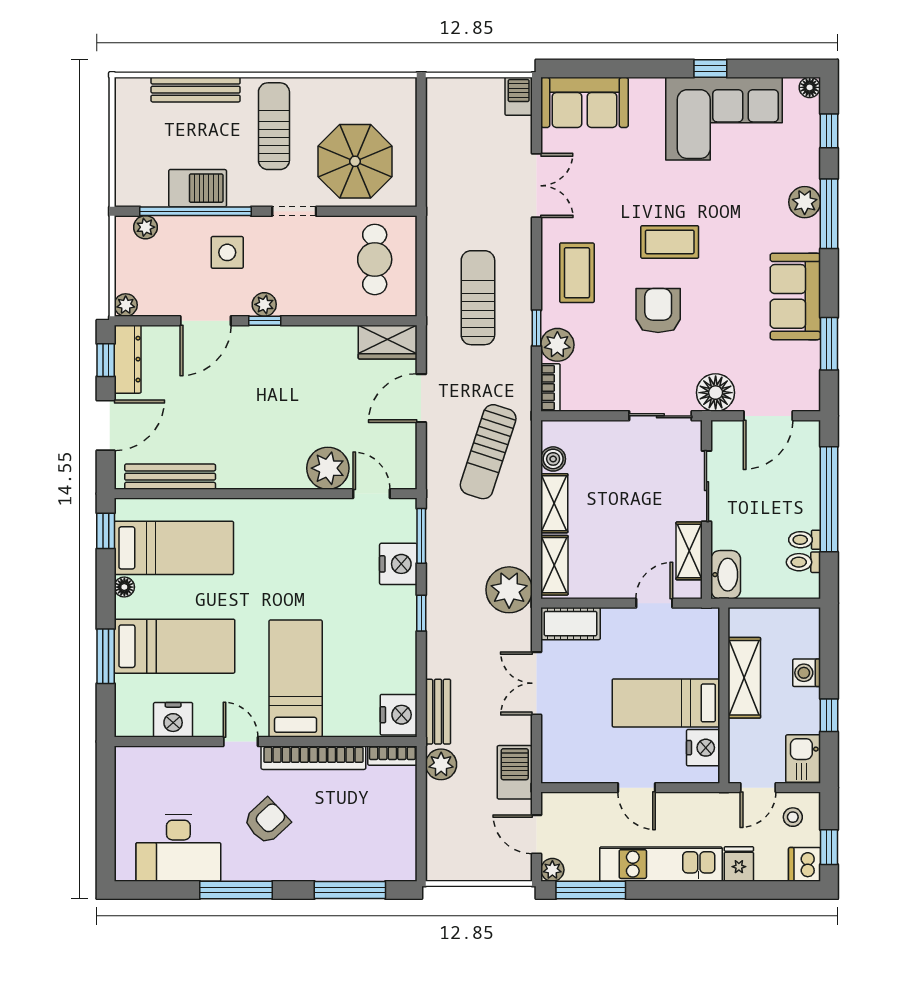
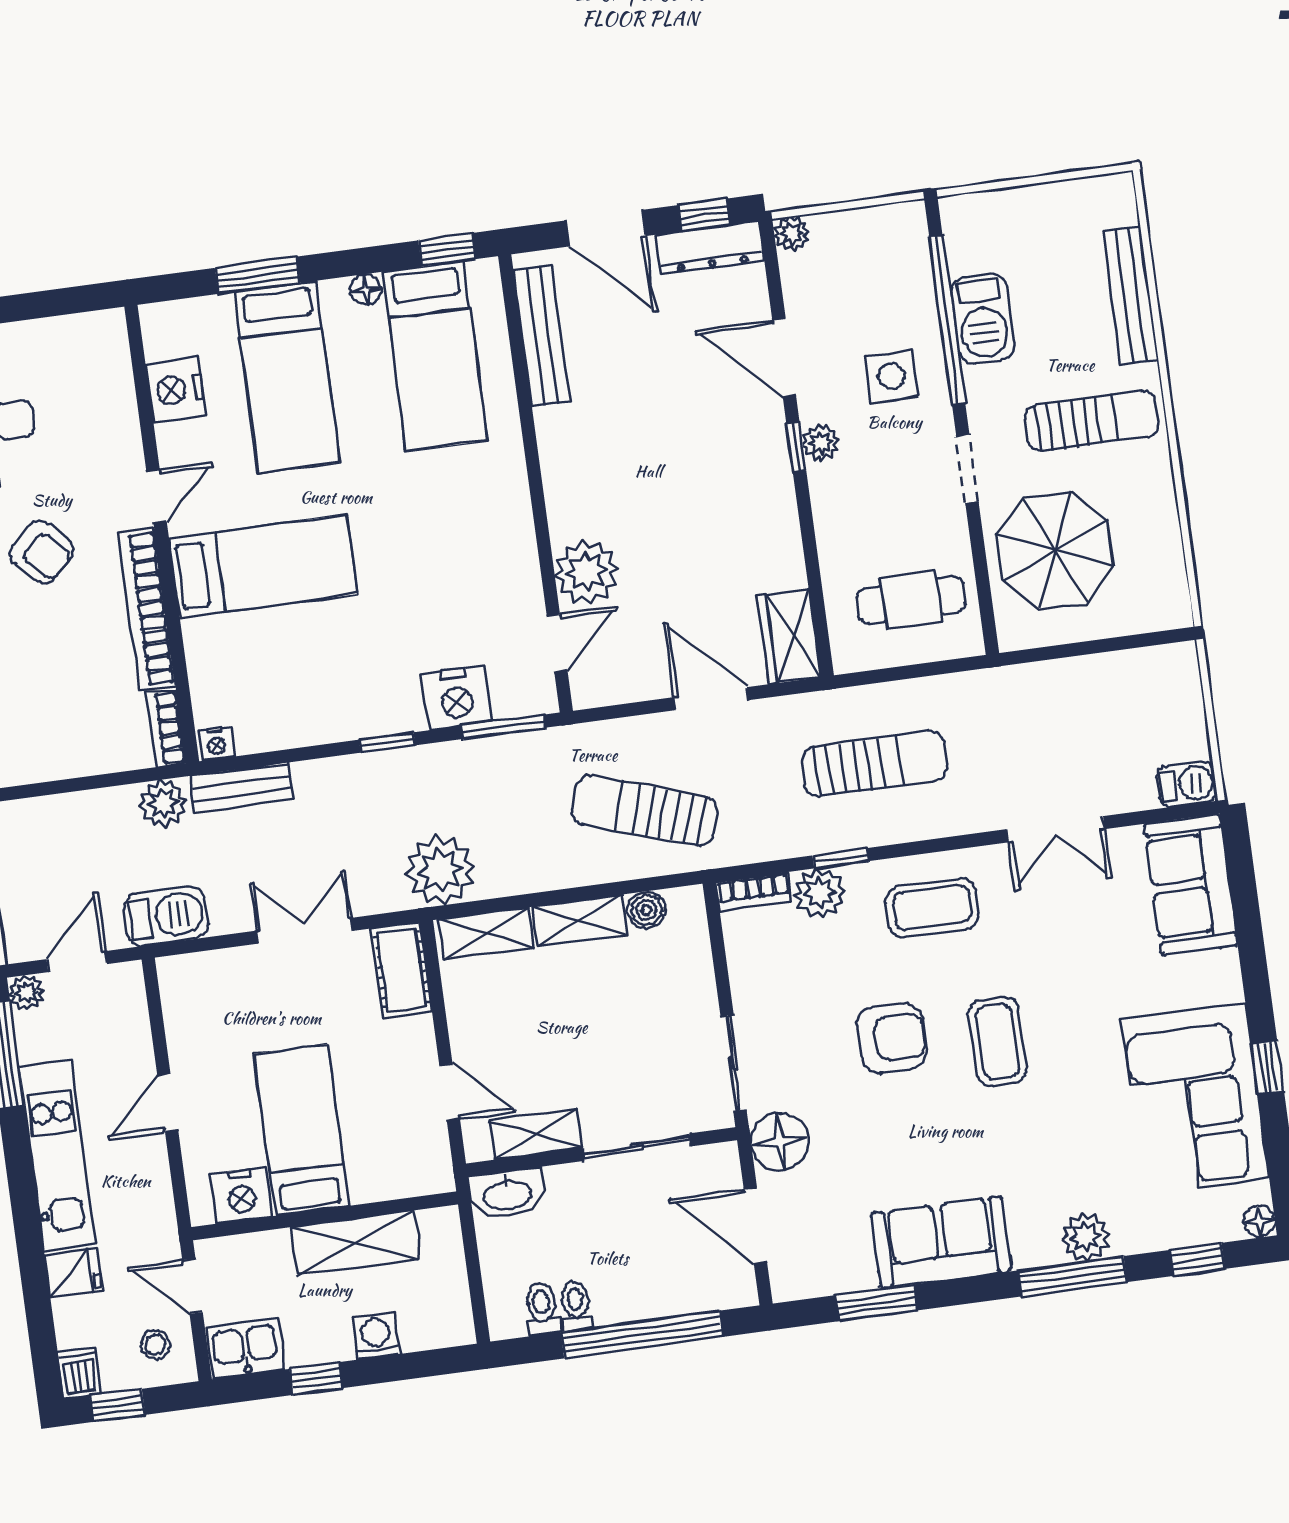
plant: (145, 227) -> (913, 248), removed
nightstand: (399, 715) -> (216, 743), width x0.53, depth x0.56
dishwasher: (805, 864) -> (79, 1373), width x0.73

